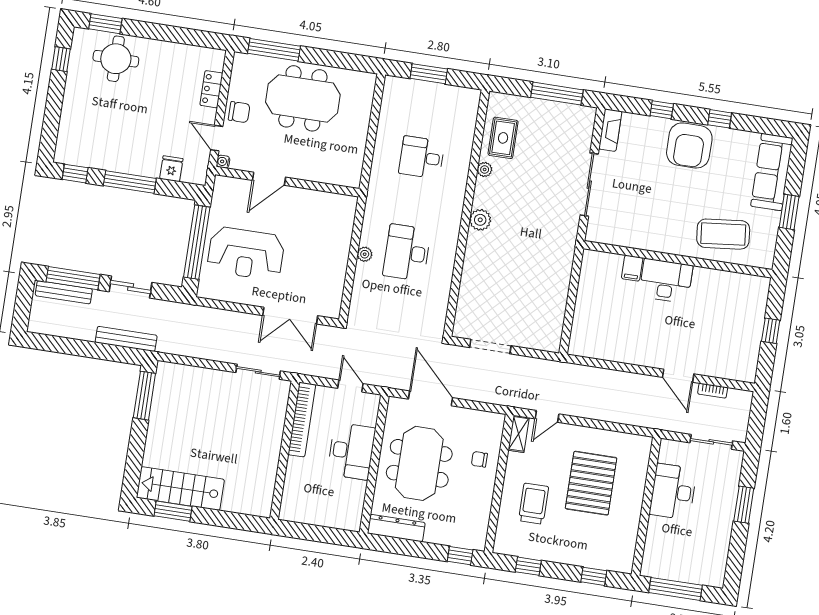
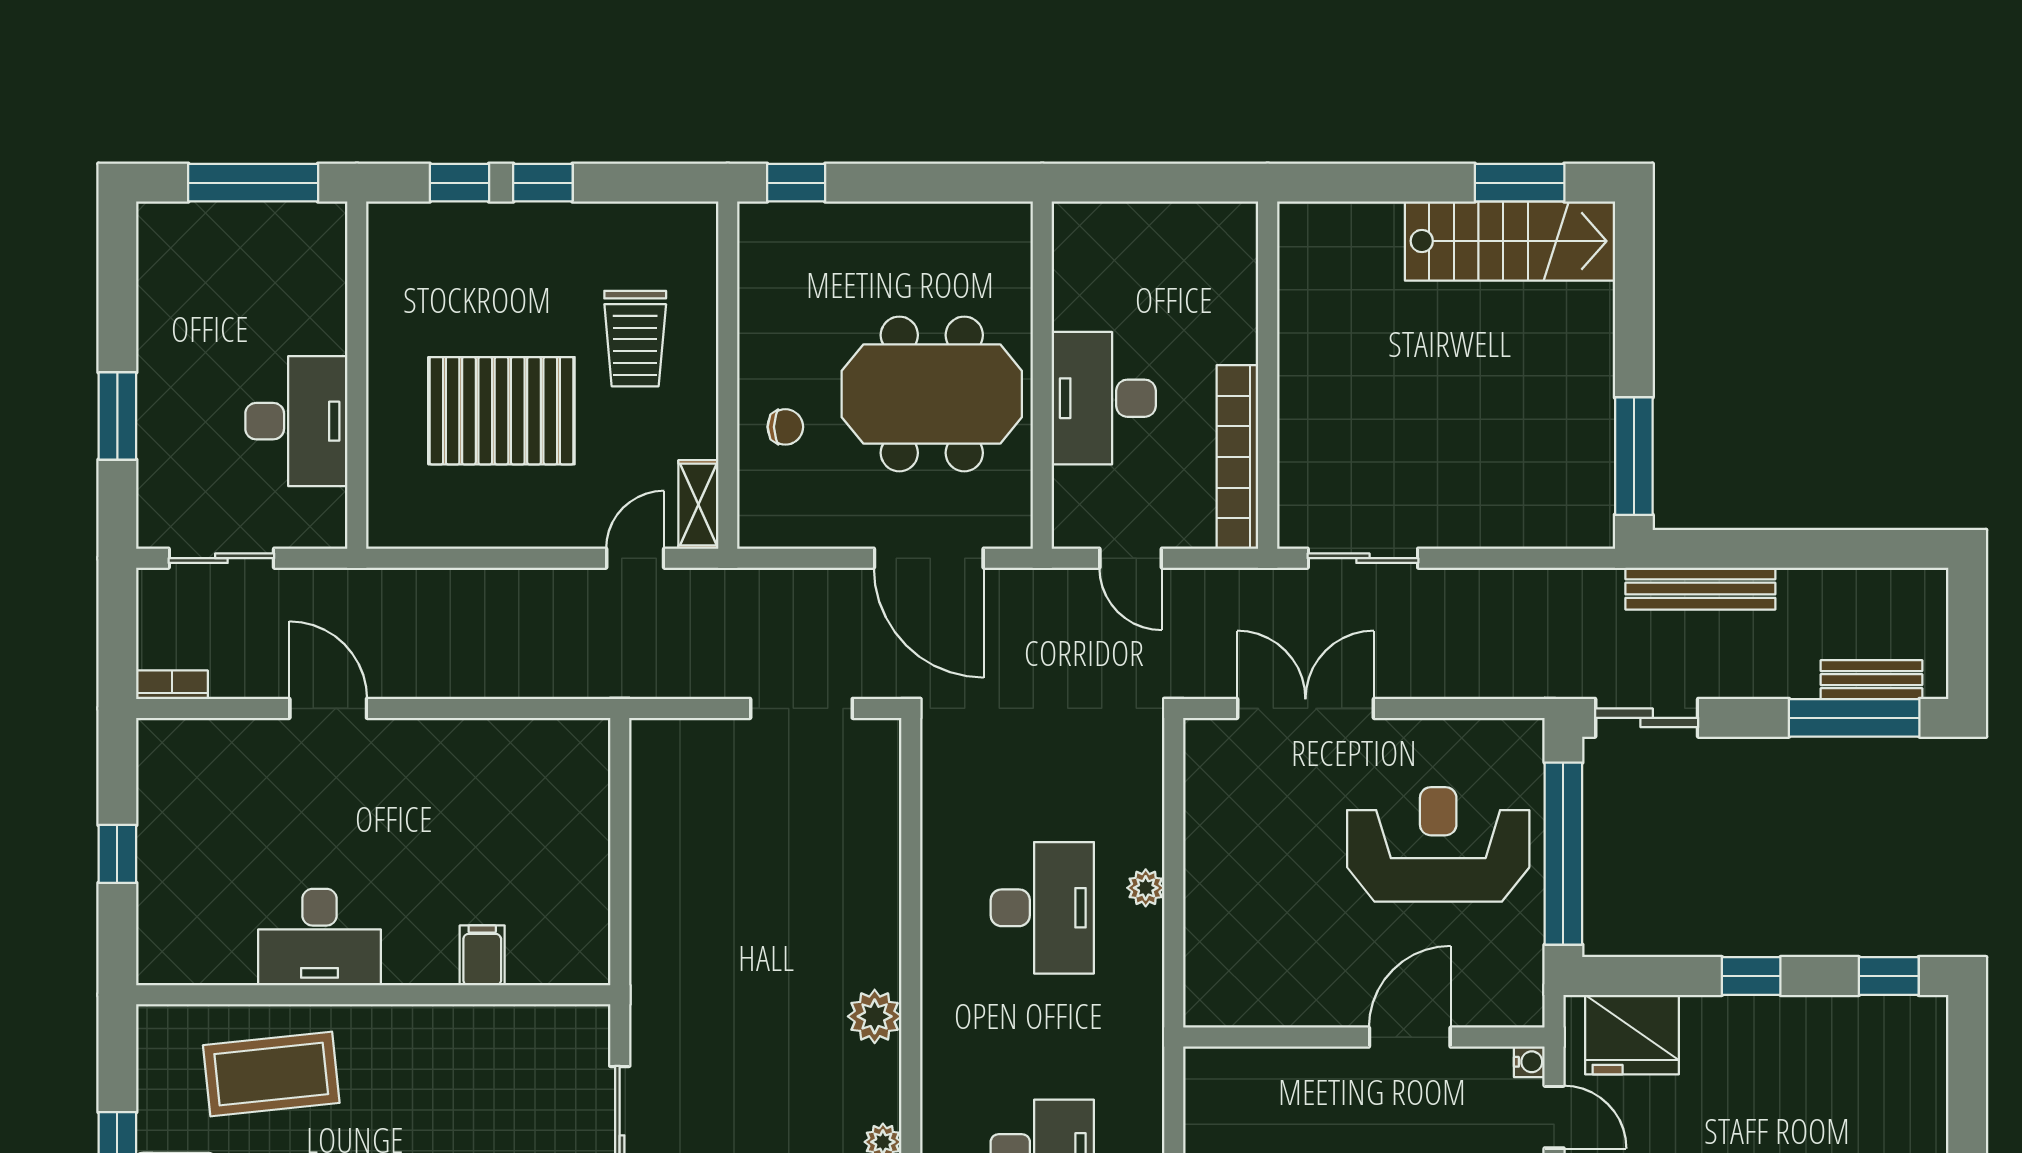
fridge: (171, 169) -> (1632, 1035), width x1.88, depth x1.34
window: (130, 182) -> (1751, 976), width x0.46
desk: (666, 281) -> (320, 937), moved
sliding door: (131, 287) -> (1647, 718), moved
bench: (64, 292) -> (1872, 680), width x0.73
bookcase: (713, 391) -> (172, 685), moved
meeting table: (419, 463) -> (932, 394), turned 90
pallet: (591, 483) -> (501, 411), turned 90
dresser: (396, 528) -> (964, 226), removed
window: (528, 566) -> (543, 183), moved

